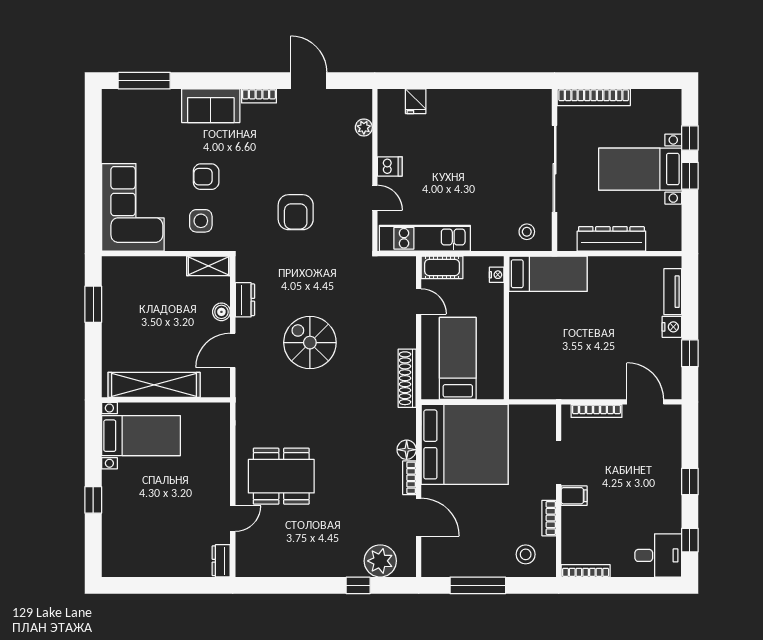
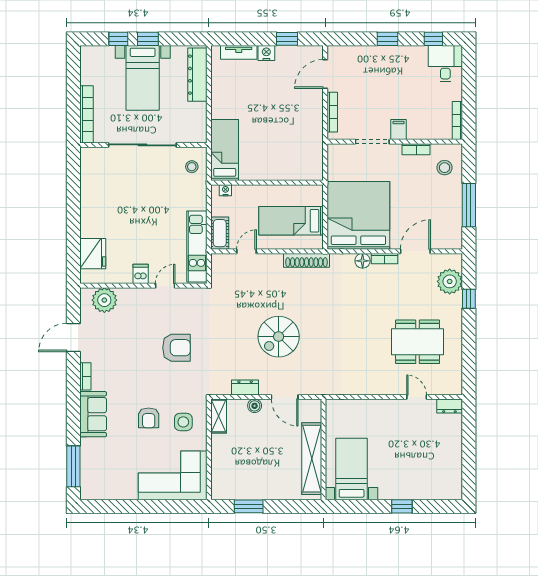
fridge: (416, 101) -> (93, 254), width x1.88, depth x1.34
plant: (364, 127) -> (104, 300), width x1.87, depth x1.87
dresser: (611, 239) -> (197, 75), moved
dining table: (281, 476) -> (418, 342), moved, turned 90

